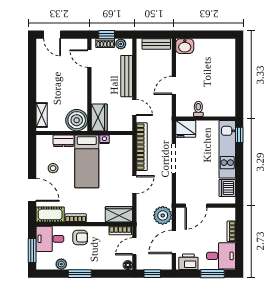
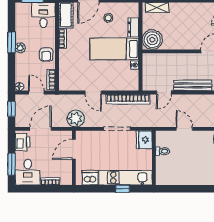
wardrobe: (99, 118) -> (155, 60), removed
window: (239, 135) -> (123, 189), moved
door: (196, 206) -> (74, 149), hinge flipped
wardrobe: (119, 214) -> (66, 78), removed
plant: (163, 215) -> (76, 119), moved
armchair: (80, 237) -> (46, 54), moved
door: (174, 242) -> (41, 129), hinge flipped
plant: (61, 264) -> (20, 48), moved

